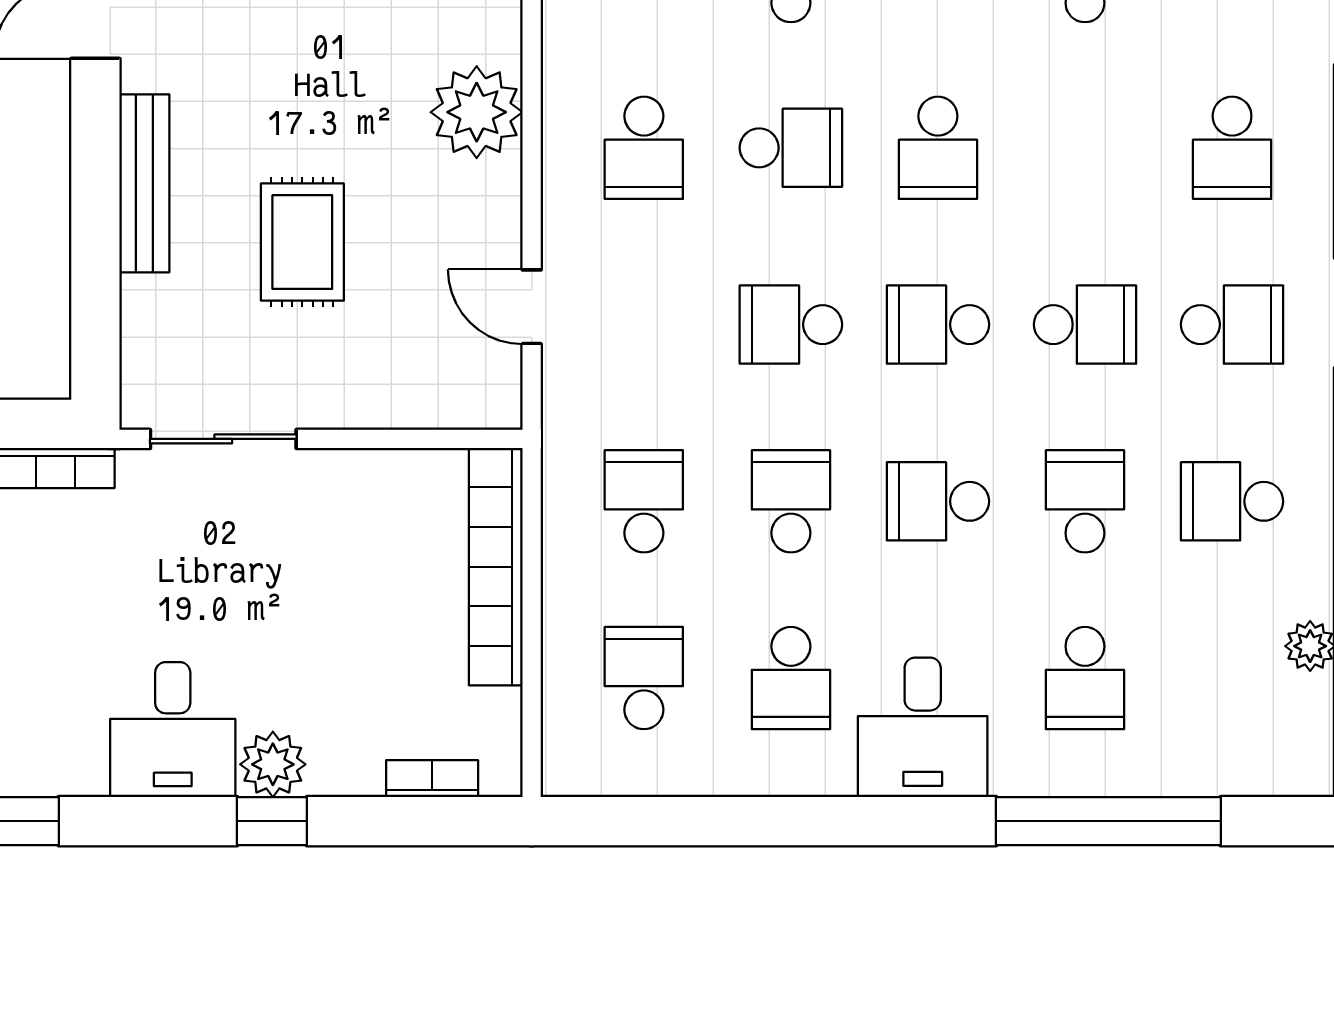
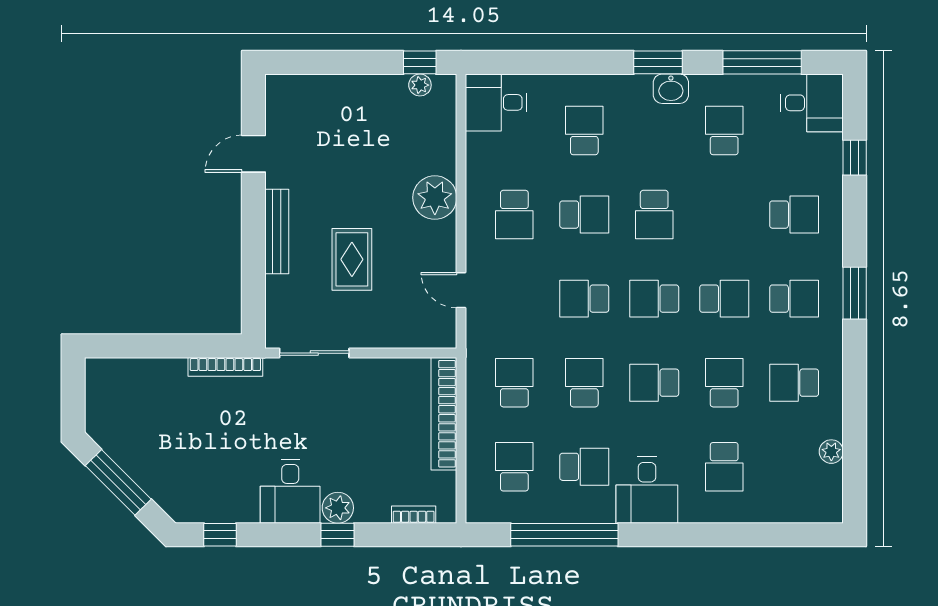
school desk: (1232, 148) -> (794, 215), turned -90
school desk: (791, 678) -> (584, 467), turned -90
window: (1108, 821) -> (564, 535), moved

